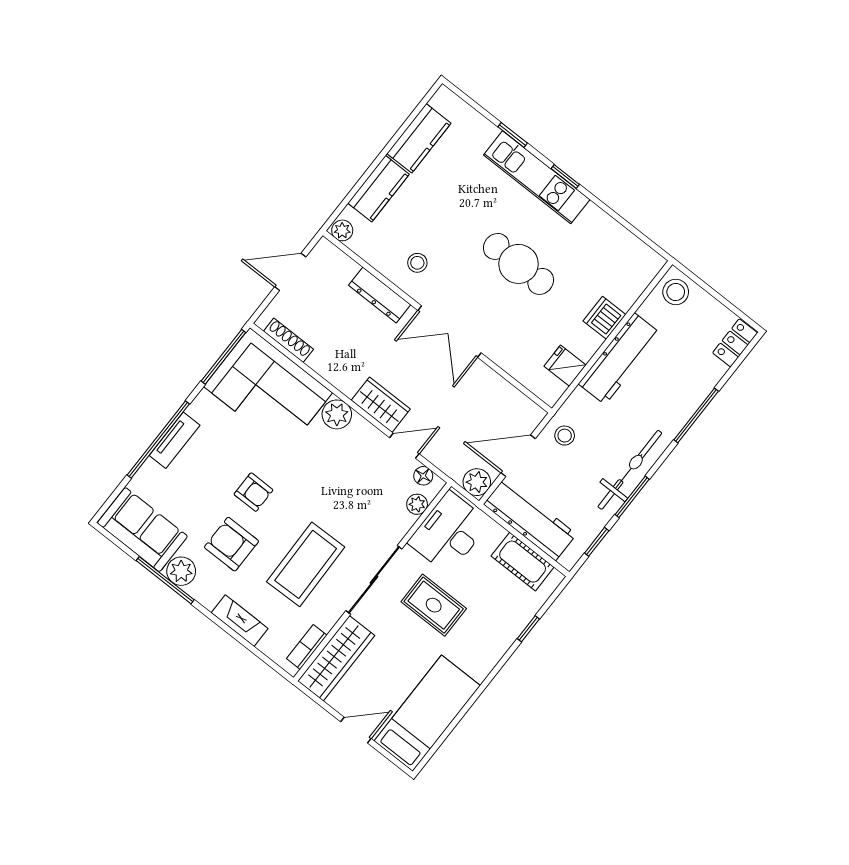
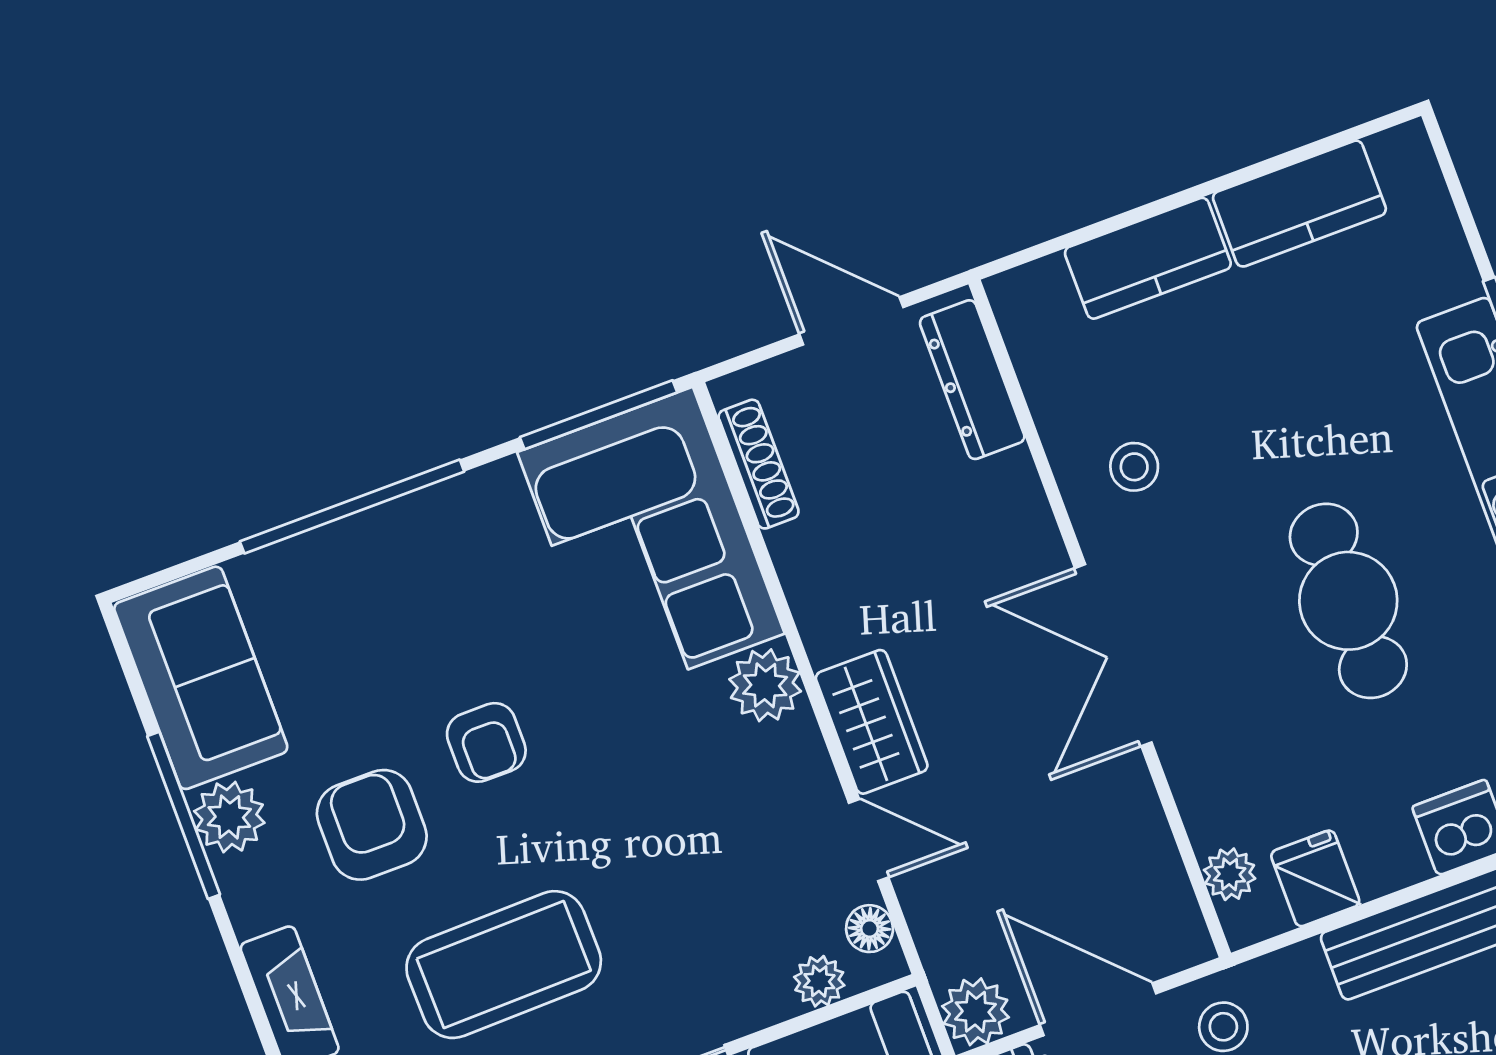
plant: (342, 230) -> (1230, 874), moved
dresser: (380, 295) -> (972, 380), moved
tv unit: (175, 440) -> (385, 529), removed

